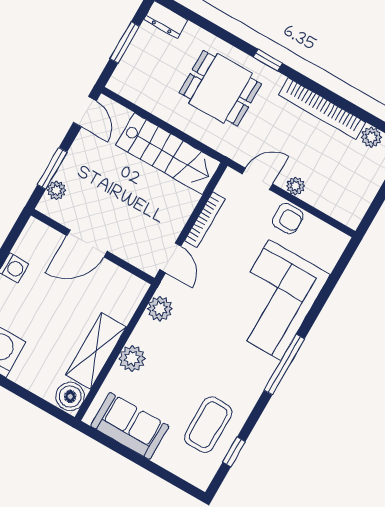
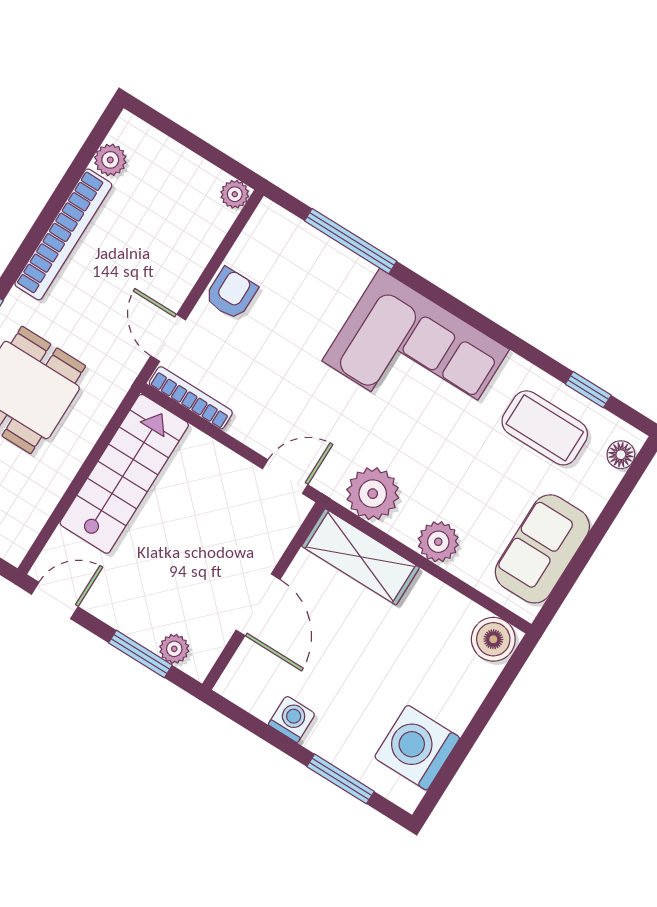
plant: (296, 186) -> (235, 194), moved
bookcase: (205, 220) -> (191, 398), moved
corner sofa: (275, 300) -> (416, 355), moved
plant: (160, 309) -> (373, 494), width x1.36, depth x1.36
shelving: (96, 351) -> (361, 557), moved
window: (284, 364) -> (351, 241), moved
floor lamp: (193, 475) -> (621, 455), added

